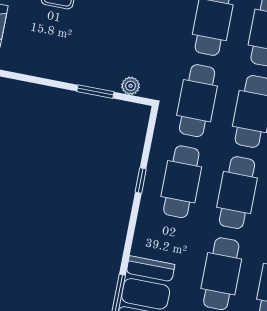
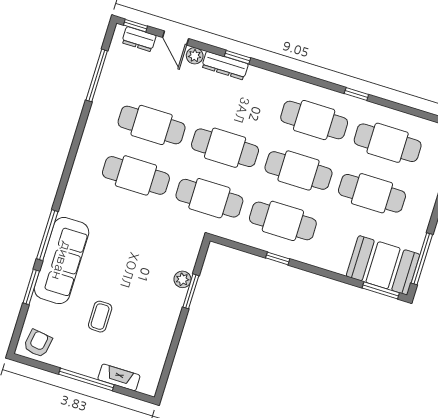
plant: (131, 86) -> (182, 279), moved

